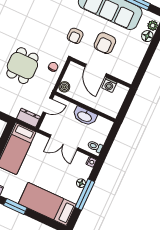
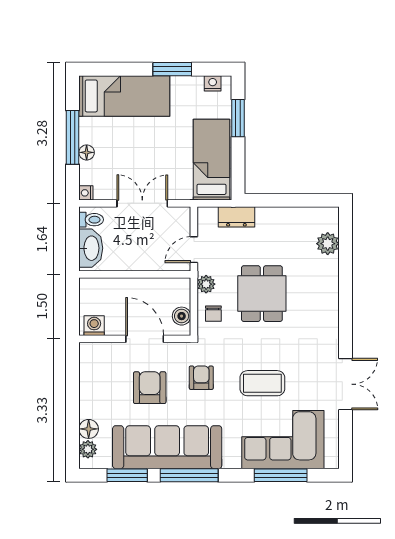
coffee table: (44, 18) -> (262, 383), added
plant: (50, 84) -> (206, 284), added
washing machine: (109, 85) -> (94, 326), moved
boiler: (64, 87) -> (182, 316), moved
washbasin: (85, 116) -> (91, 248), moved, turned 90
dresser: (28, 118) -> (236, 217), moved

